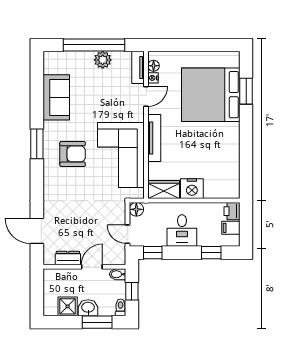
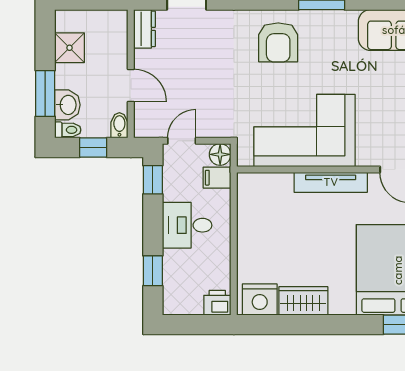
armchair: (73, 154) -> (278, 42), moved
nightstand: (192, 189) -> (260, 300), moved, turned -90
wardrobe: (164, 190) -> (303, 301), moved, turned -90
filing cabinet: (231, 228) -> (217, 178), moved, turned -90
dresser: (68, 258) -> (145, 29), moved
washbasin: (88, 308) -> (67, 105), moved

